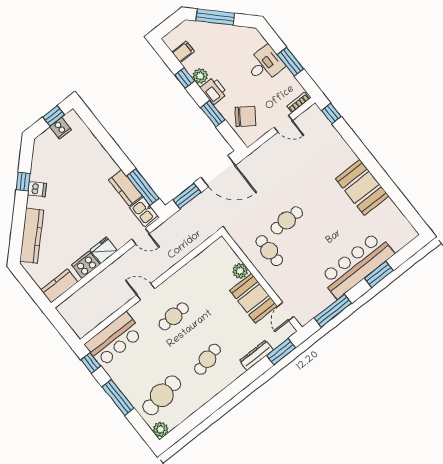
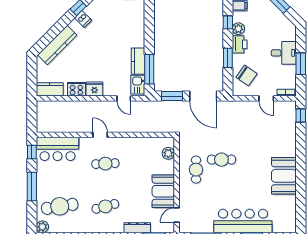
plant: (240, 271) -> (168, 153), moved

